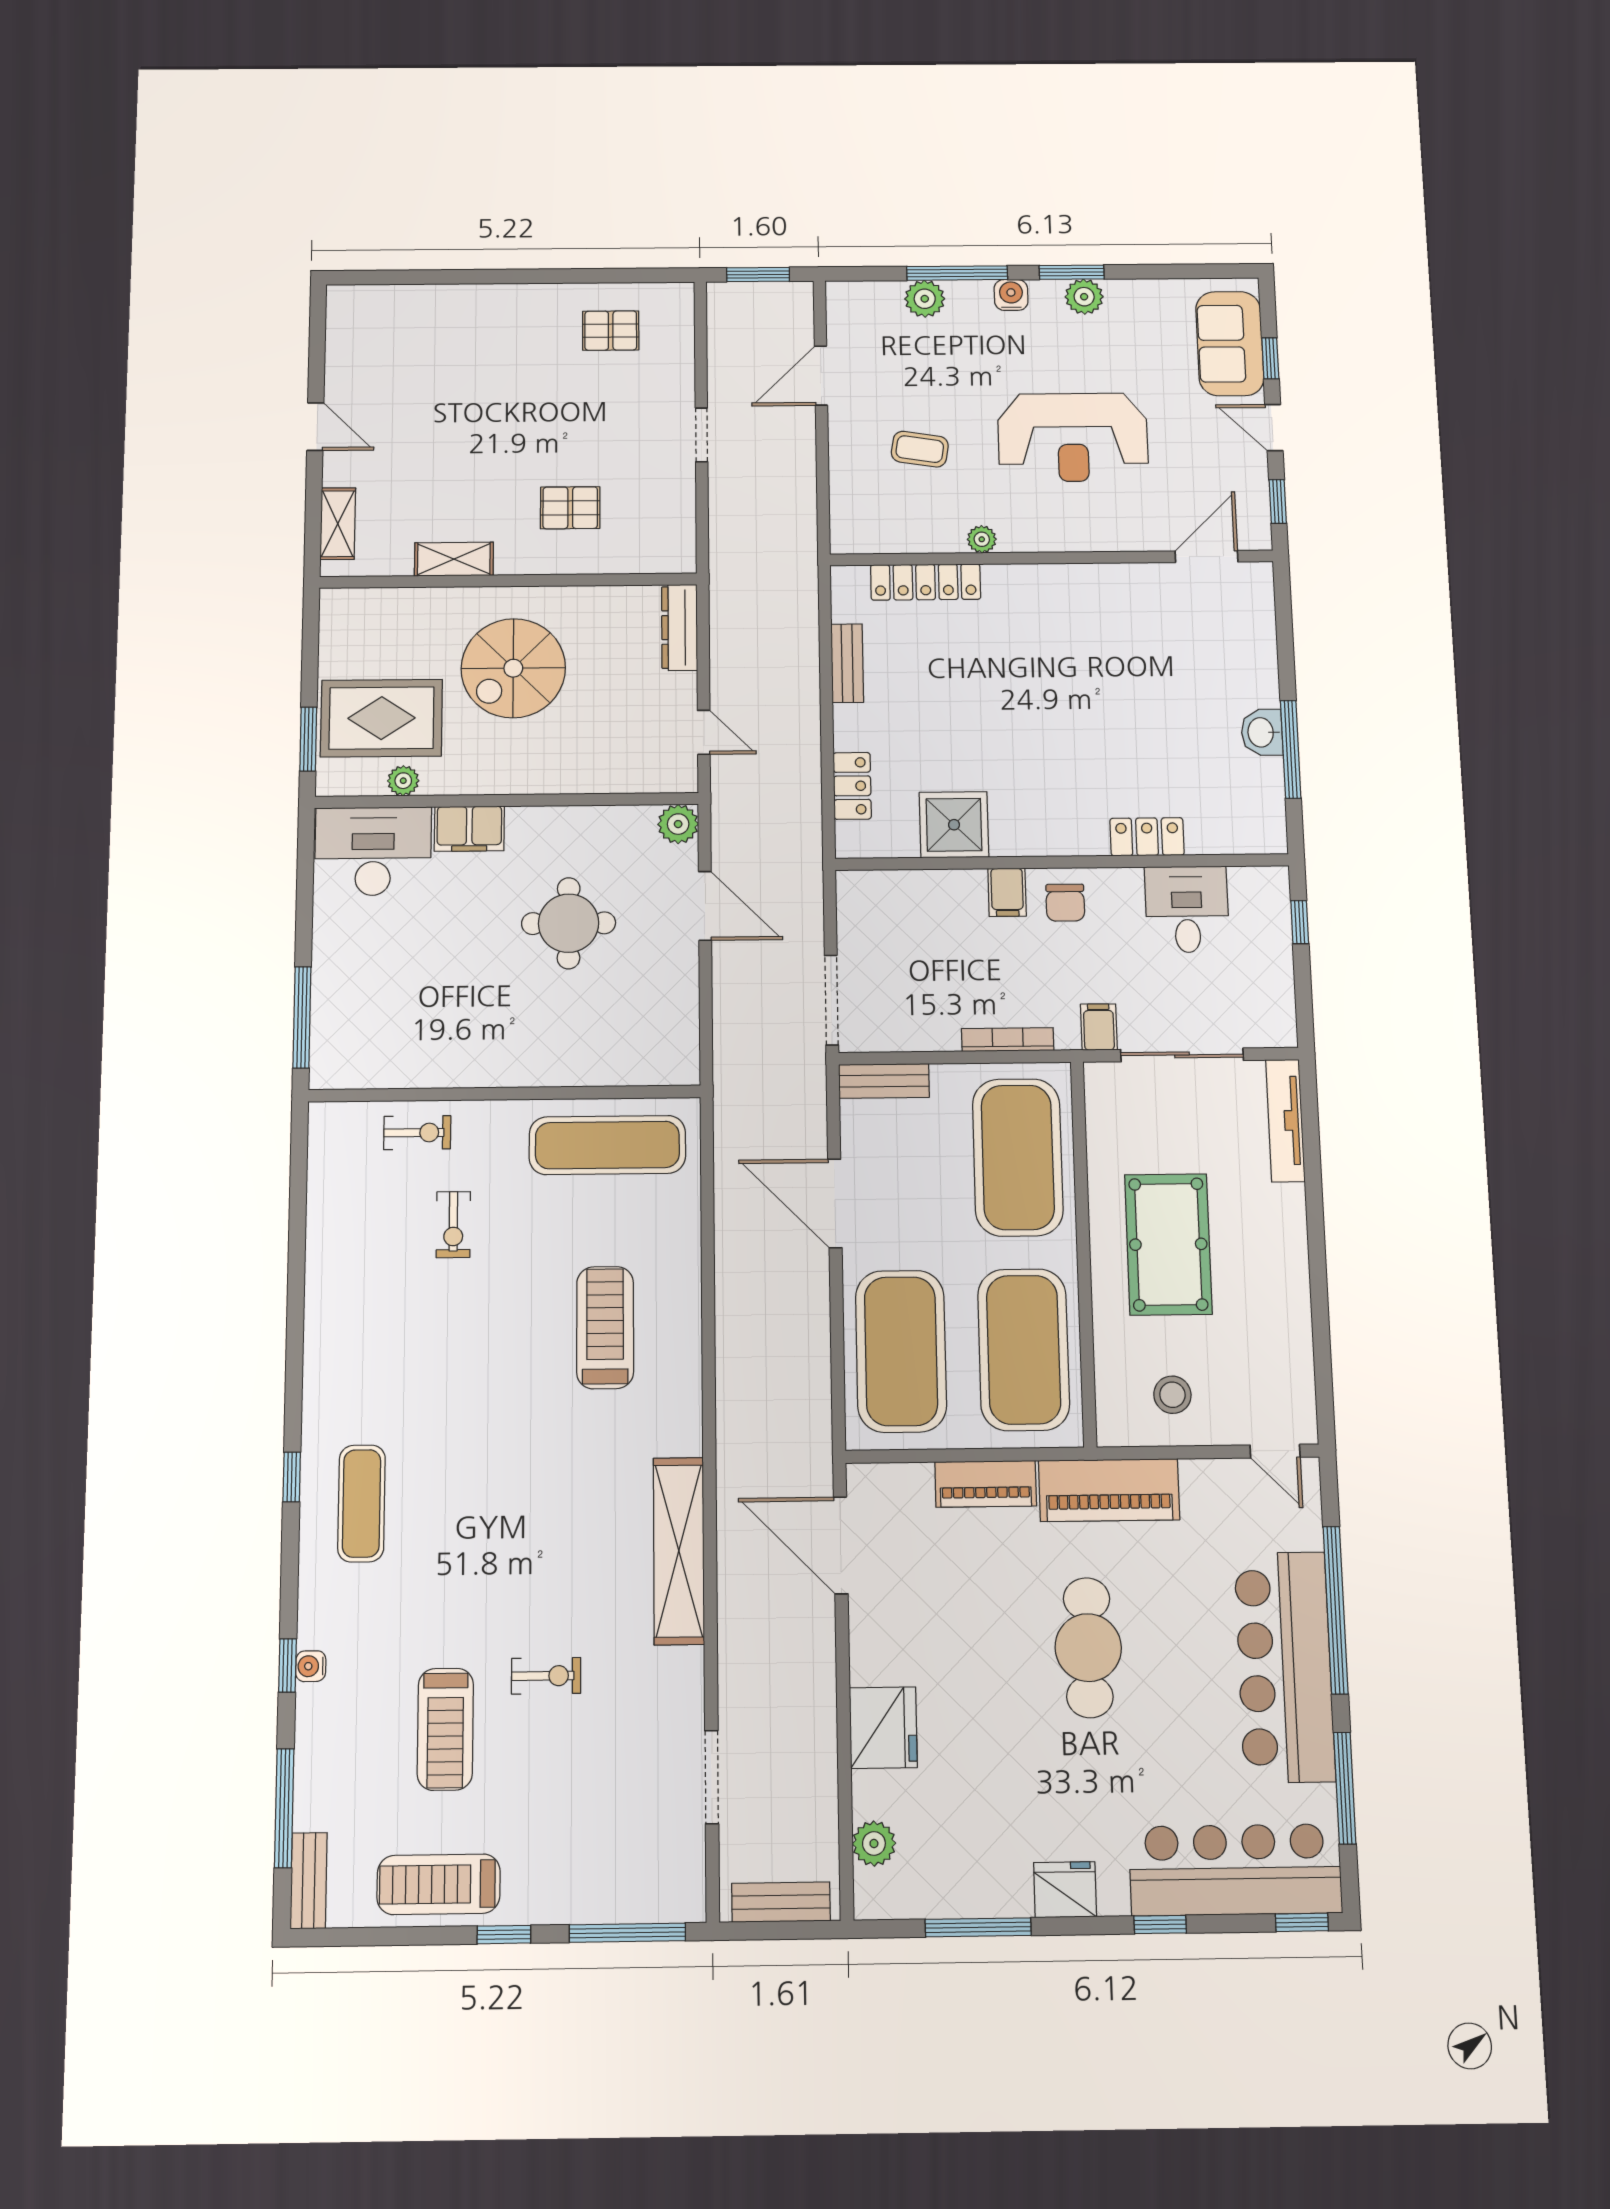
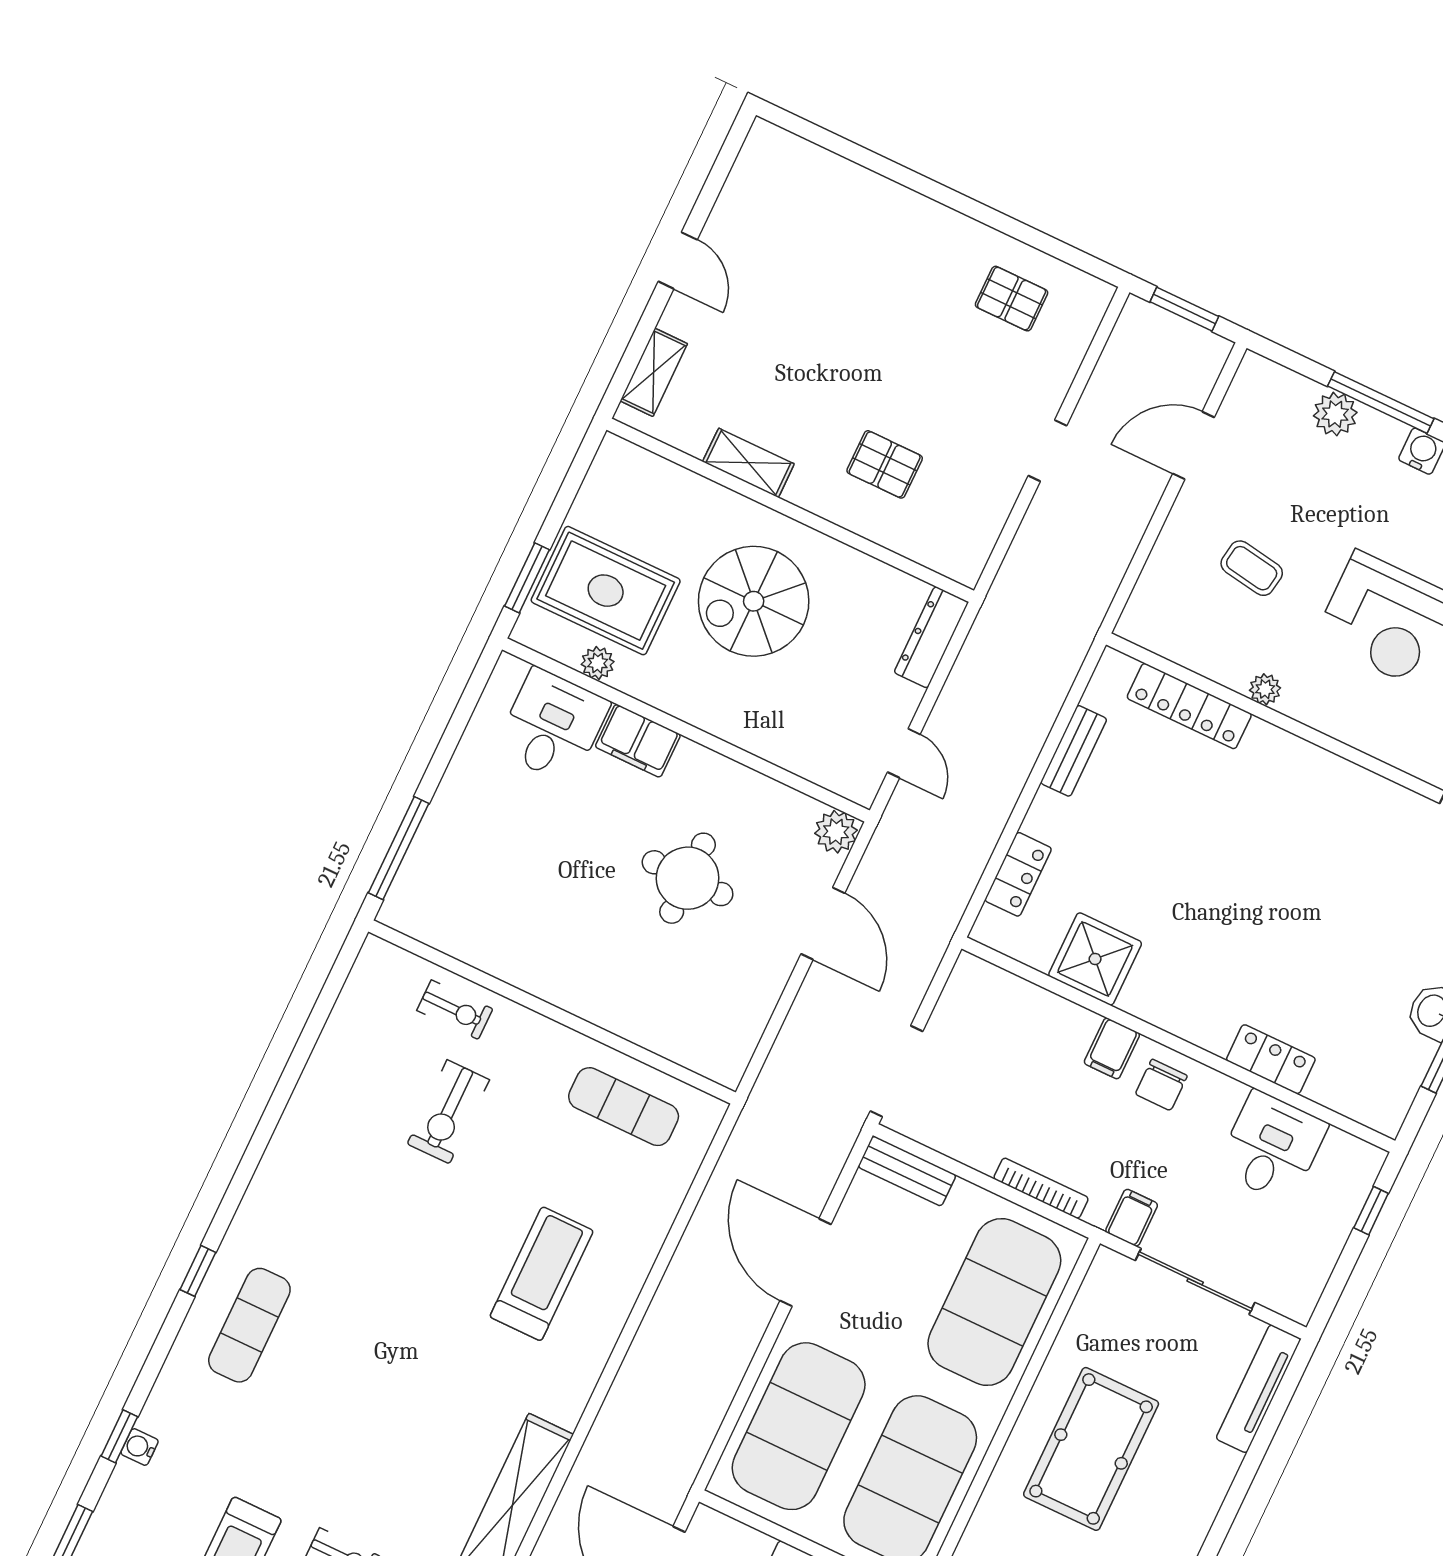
desk: (373, 851) -> (552, 726), width x0.73
exercise mat: (607, 1145) -> (624, 1107), width x0.73, depth x0.69
exercise bike: (453, 1225) -> (448, 1112), width x1.38, depth x1.39

